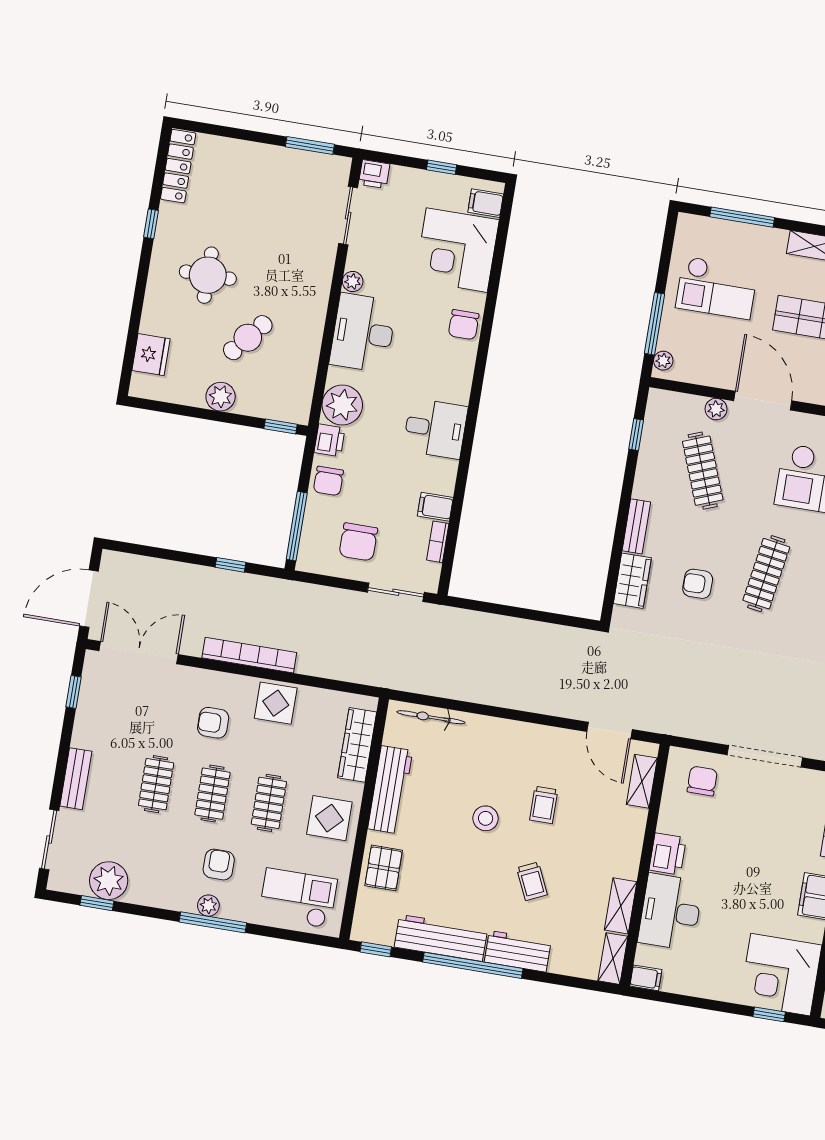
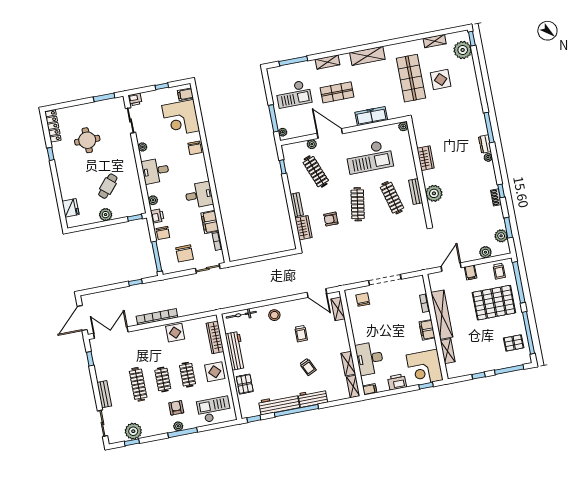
round table: (208, 275) -> (87, 140), moved
desk: (363, 333) -> (155, 171), width x0.73
plant: (342, 405) -> (153, 200), width x0.53, depth x0.53
filing cabinet: (435, 507) -> (210, 222), width x2.00
armchair: (213, 723) -> (152, 350), removed
clothes rail: (156, 784) -> (138, 384), width x1.36
stool: (486, 818) -> (274, 315), moved
printer: (668, 854) -> (397, 382), moved, turned -90

